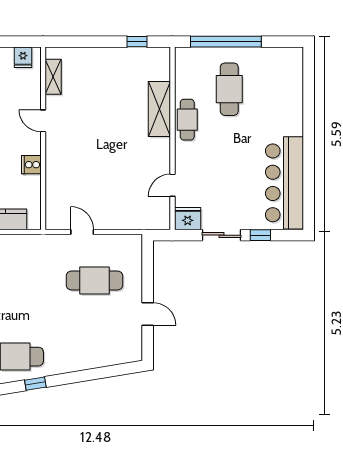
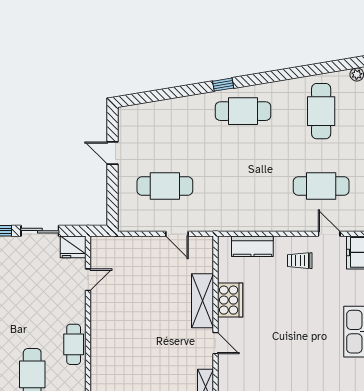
shelving: (159, 109) -> (203, 301), moved
cooker: (31, 165) -> (230, 300), width x1.87, depth x1.31

